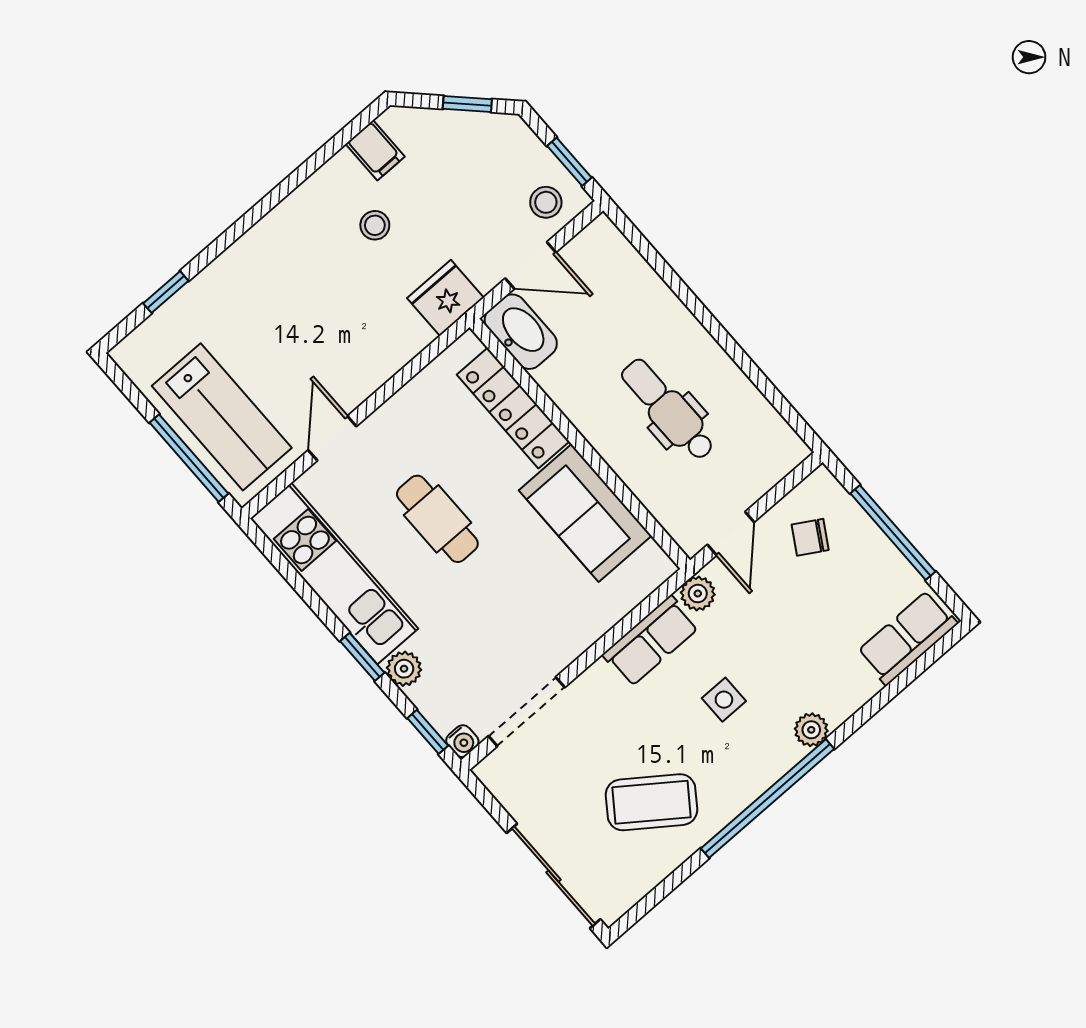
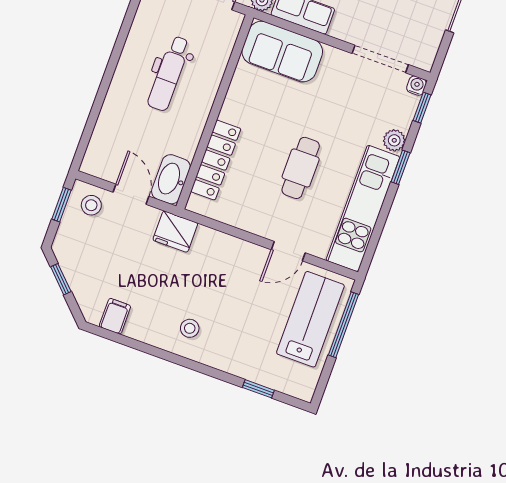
stool: (375, 225) -> (190, 328), moved
sofa: (585, 513) -> (282, 52), moved, turned 90

